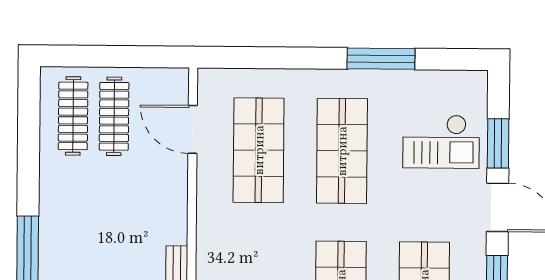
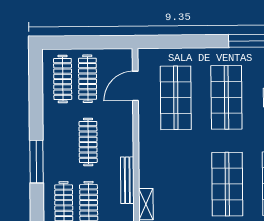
door: (193, 129) -> (135, 86), hinge flipped
clothes rail: (113, 220) -> (88, 142), added

